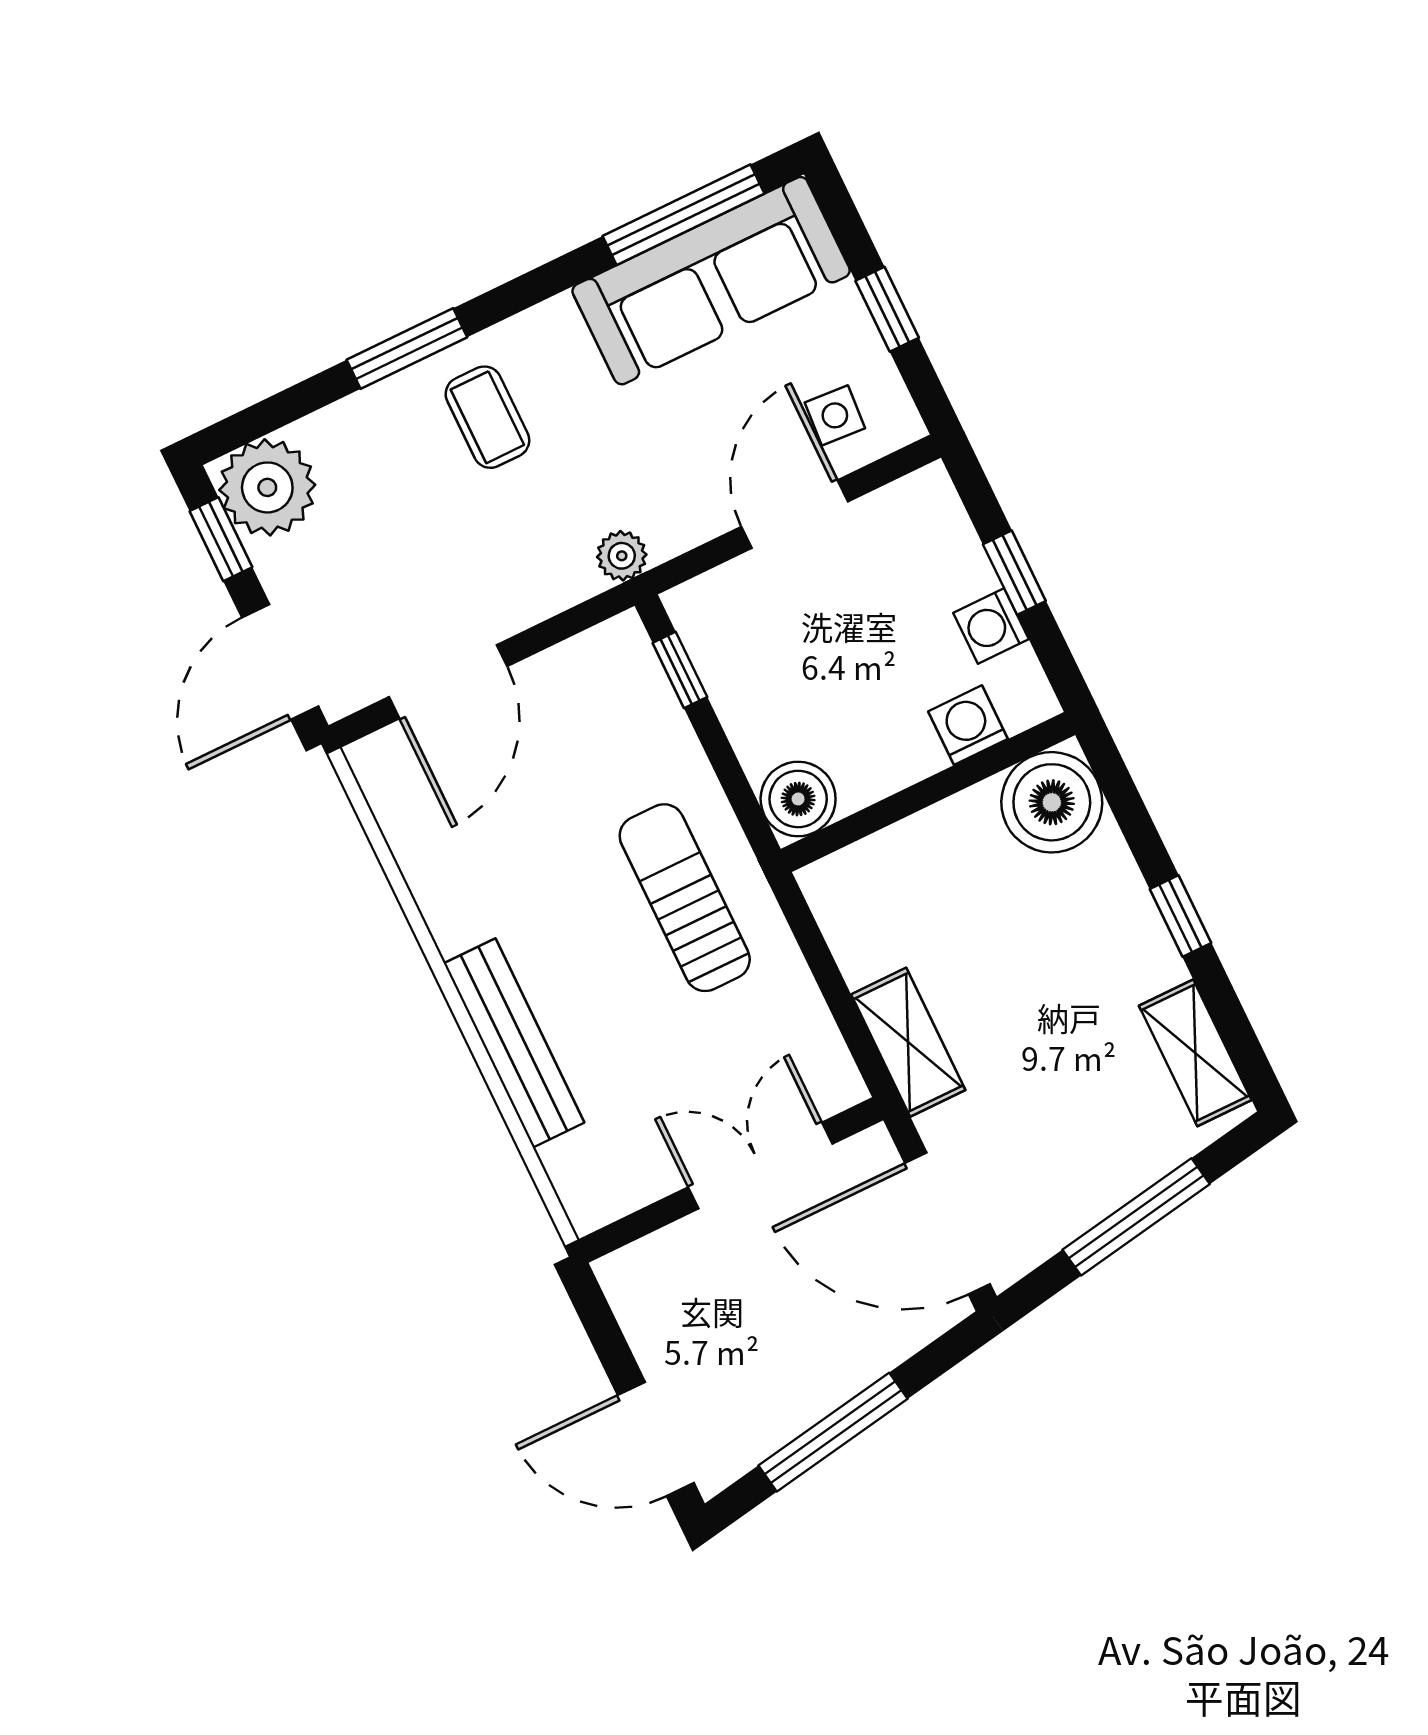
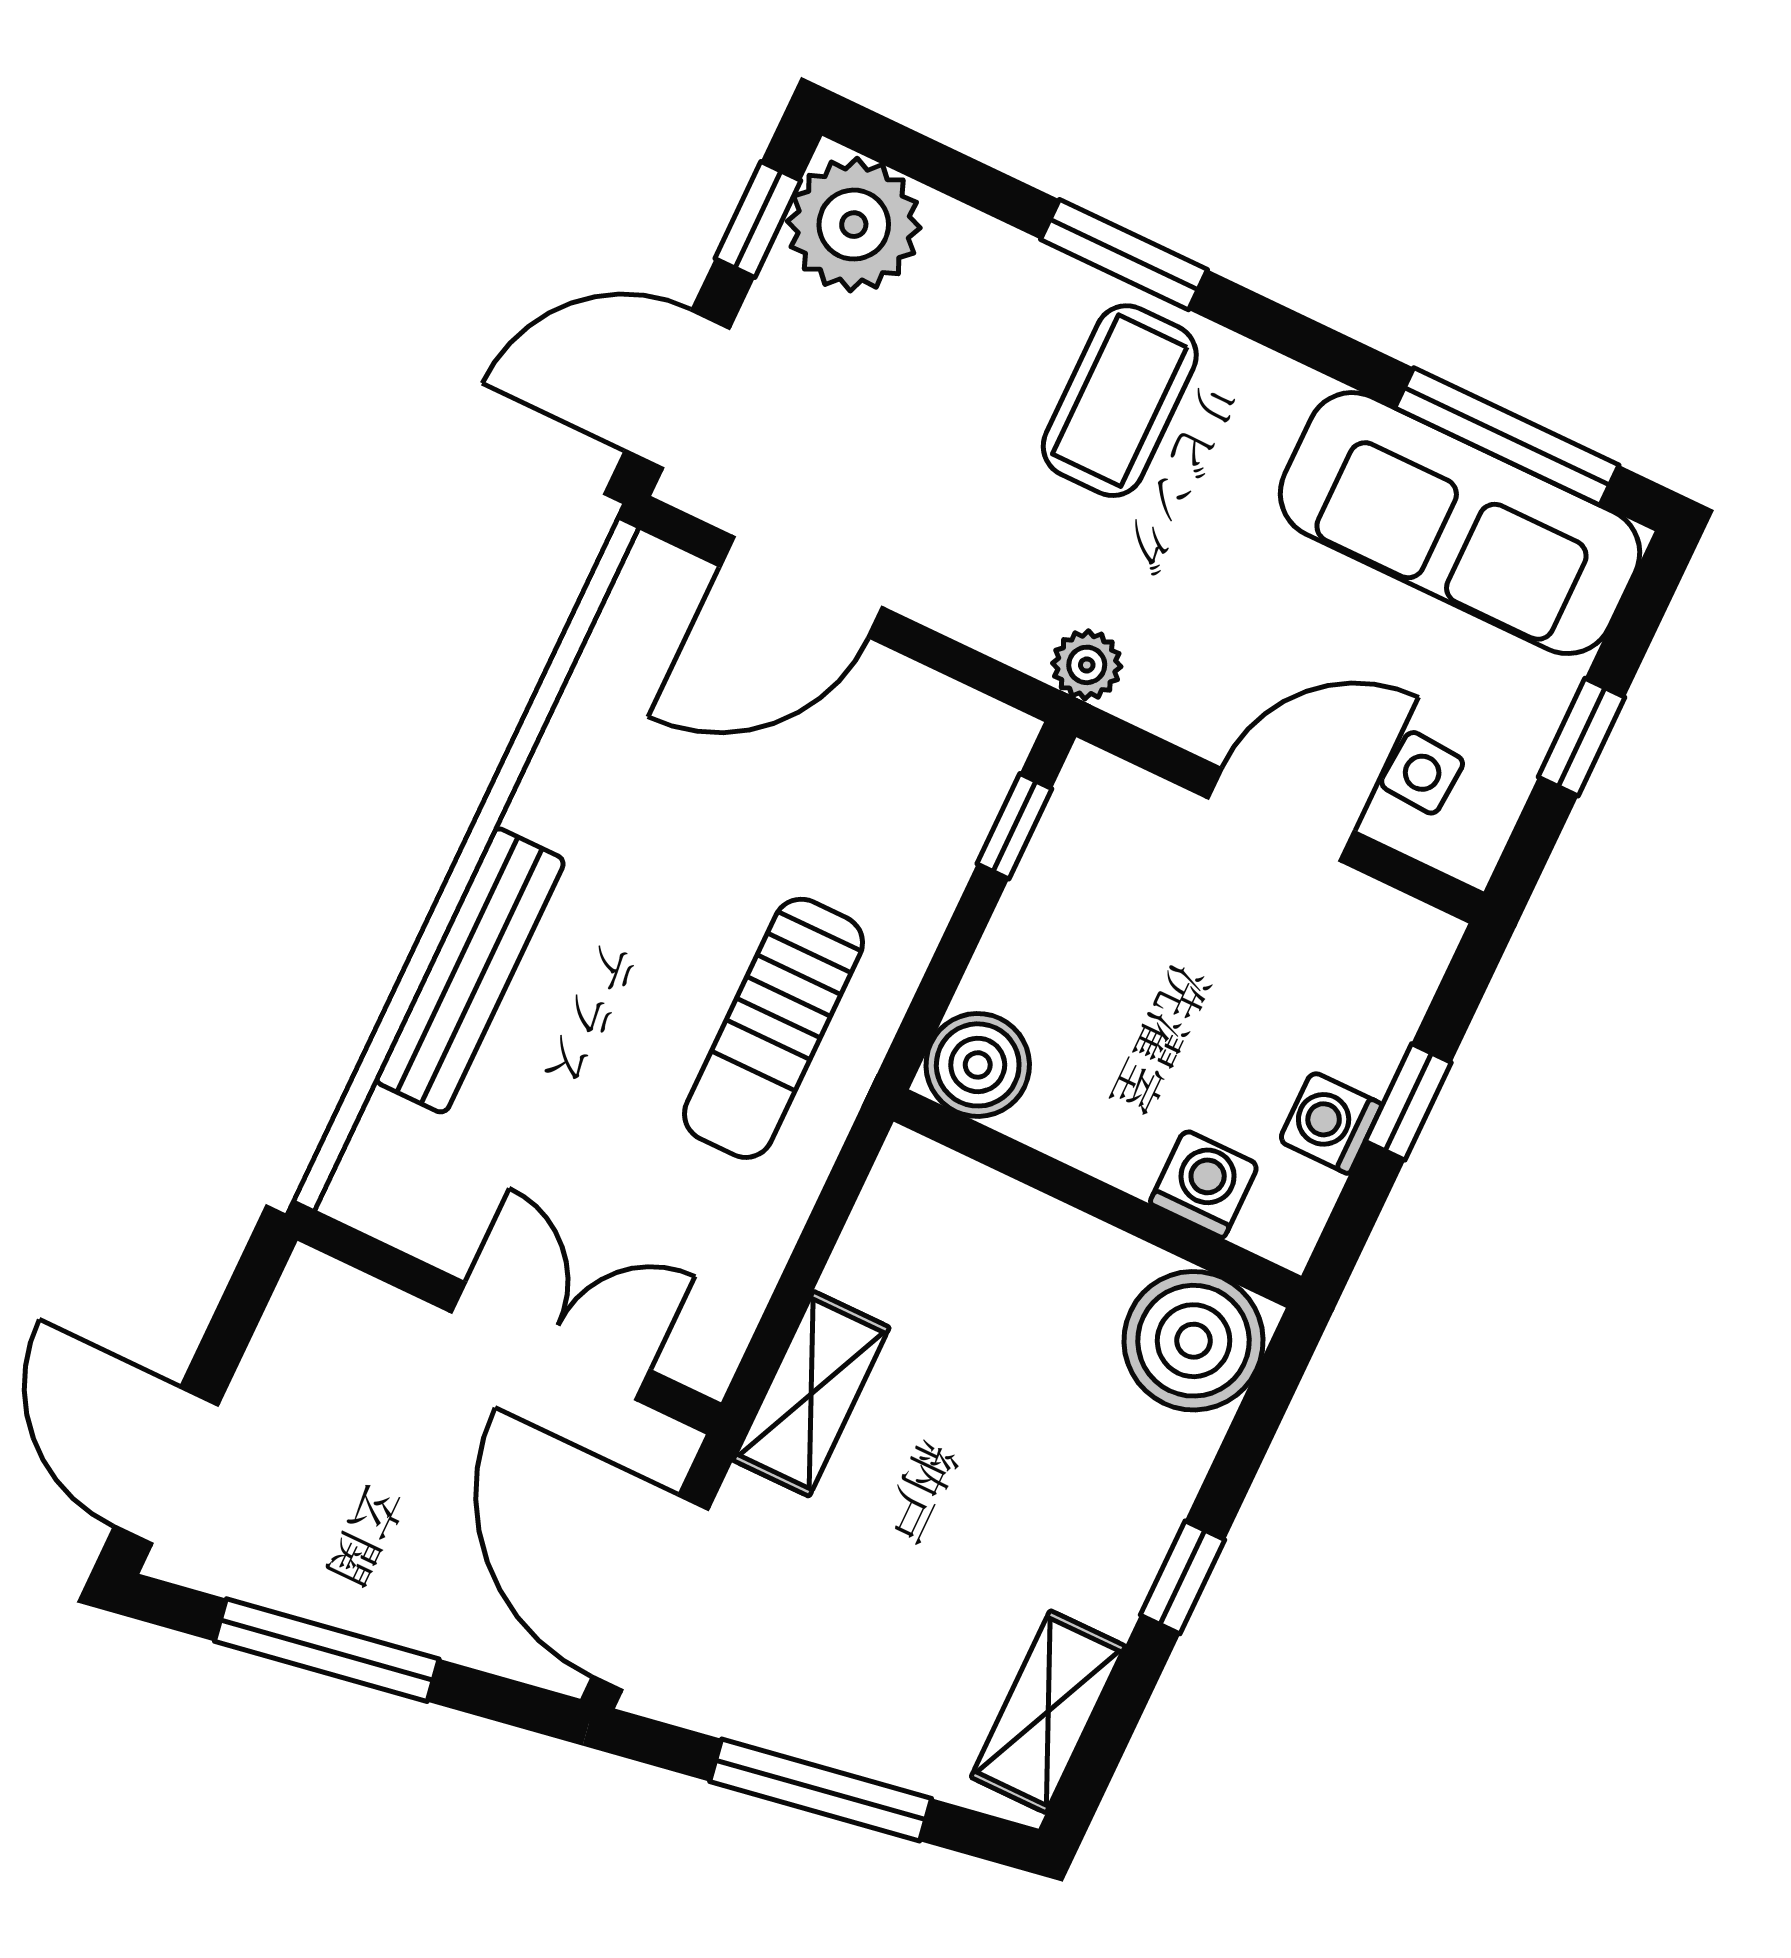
coffee table: (487, 417) -> (1120, 401), width x1.36, depth x1.30
sun lounger: (685, 898) -> (773, 1028), turned 180

